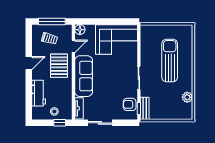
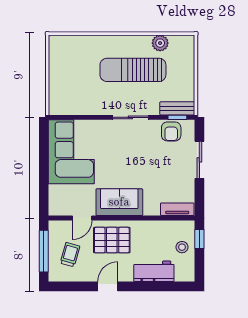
floor lamp: (80, 30) -> (56, 208), removed
door: (73, 46) -> (82, 218), swing flipped
sun lounger: (170, 61) -> (133, 70), moved
door: (29, 63) -> (108, 286), hinge flipped
sofa: (84, 76) -> (119, 202), width x0.73
sliding door: (100, 123) -> (199, 160), moved

